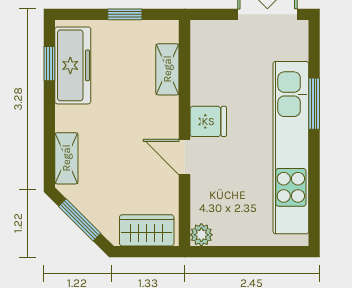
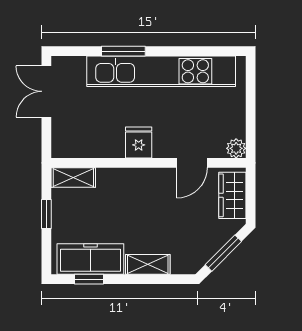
shelving: (167, 69) -> (73, 177), moved
door: (185, 157) -> (192, 163), moved
shelving: (66, 158) -> (148, 264), moved

